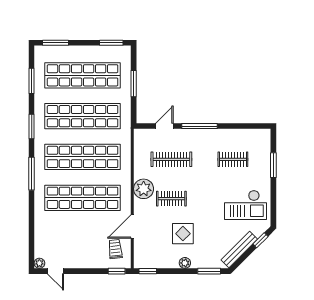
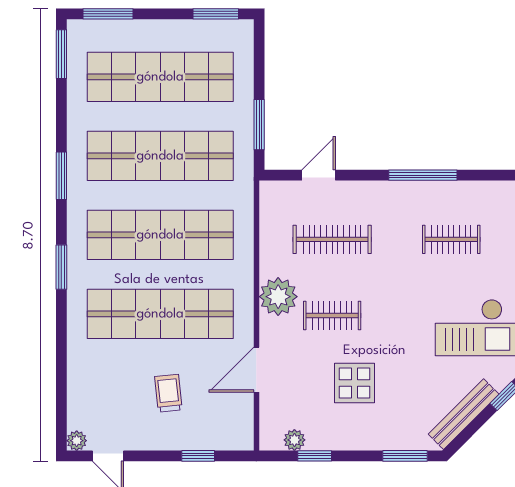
window: (32, 81) -> (61, 54), moved
window: (134, 84) -> (259, 125), moved
window: (200, 126) -> (423, 175), moved
window: (32, 174) -> (61, 267), width x0.69
trolley: (115, 249) -> (168, 393), moved
plant: (185, 263) -> (294, 440), moved
window: (117, 271) -> (198, 456), moved
window: (148, 271) -> (315, 456), moved

